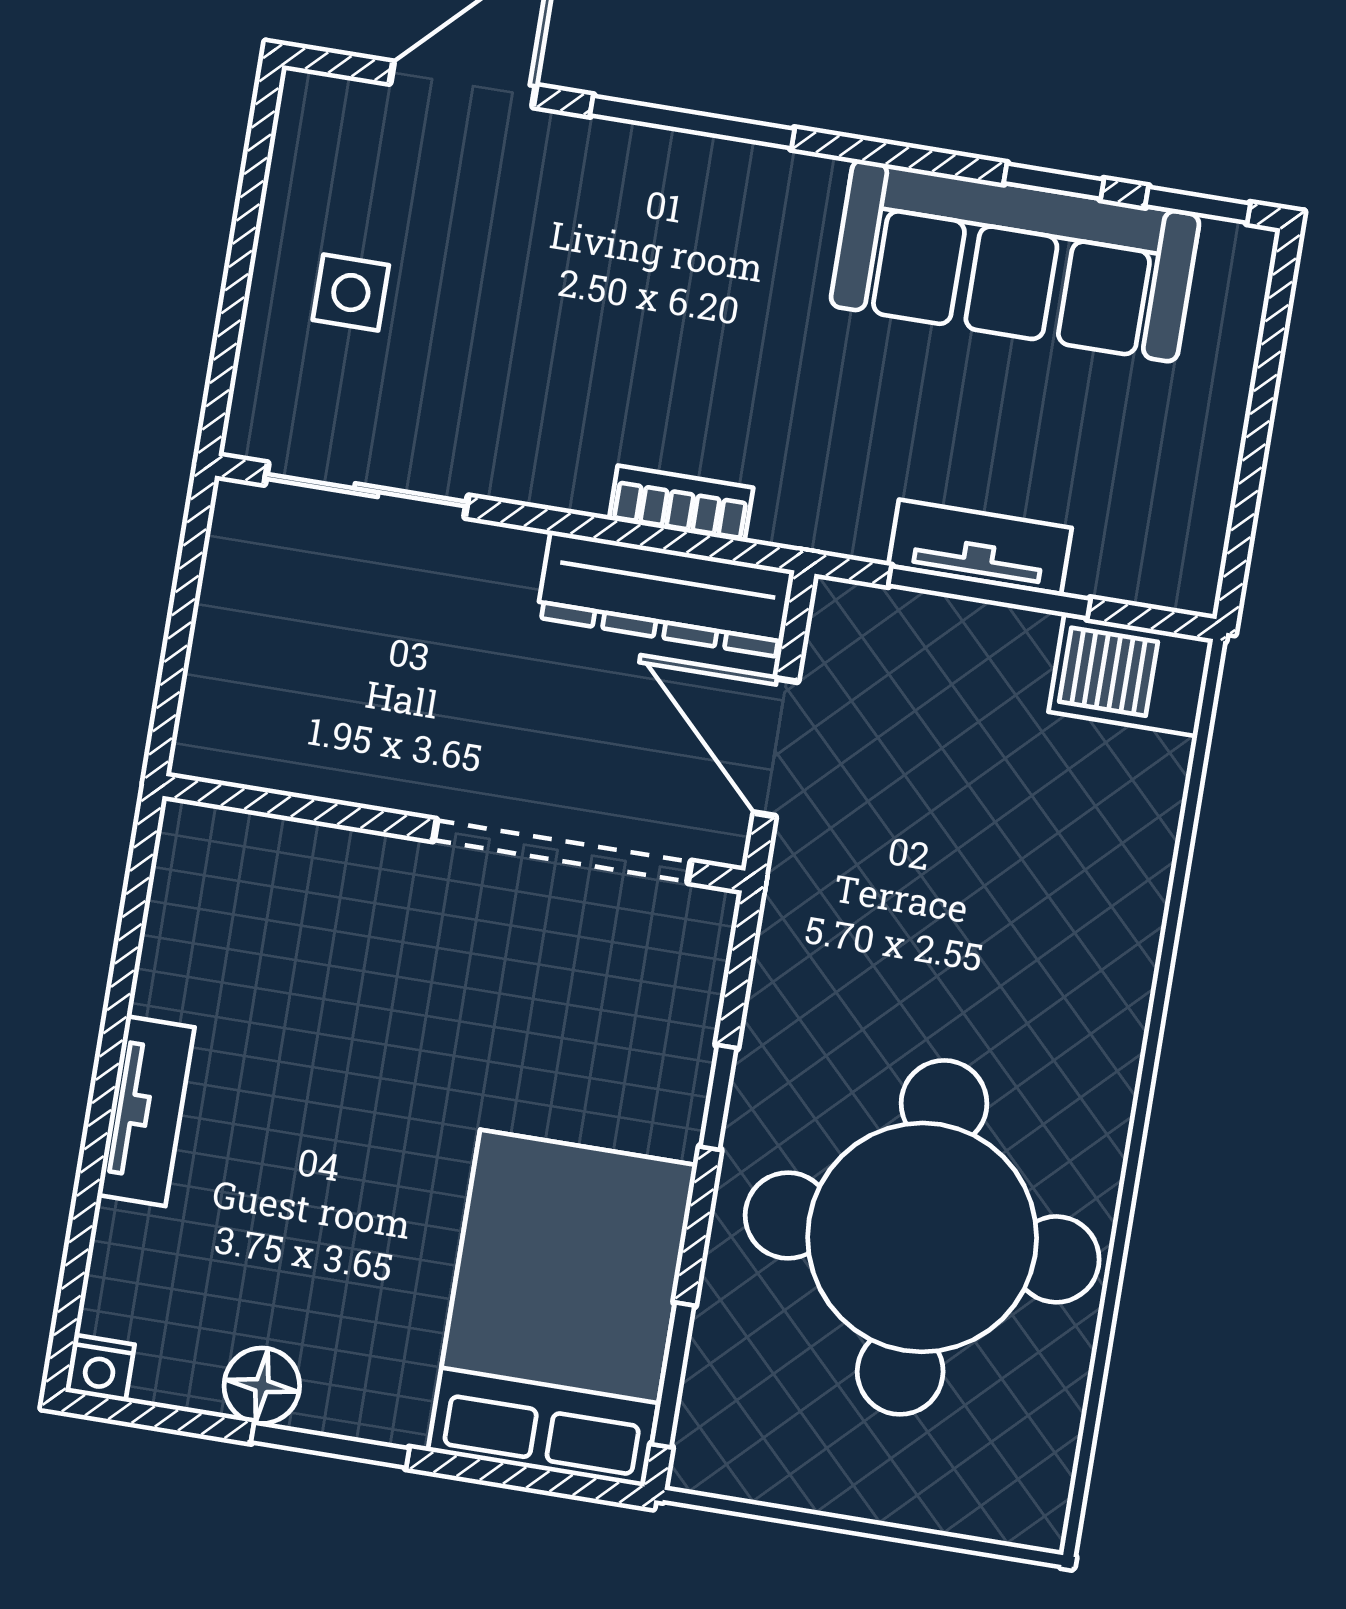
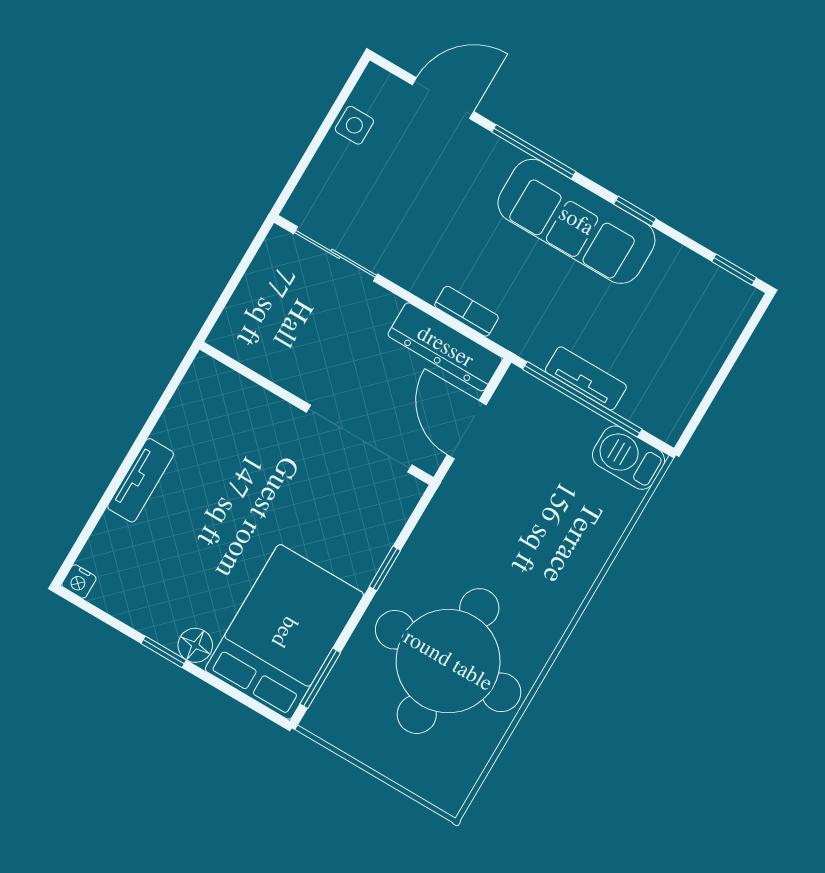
window: (1054, 181) -> (635, 211), moved
sofa: (1015, 261) -> (576, 221), moved
side table: (351, 293) -> (354, 125), moved
window: (989, 592) -> (582, 399), width x1.46
floor lamp: (262, 1386) -> (195, 645), moved
window: (330, 1445) -> (164, 652), width x0.67

